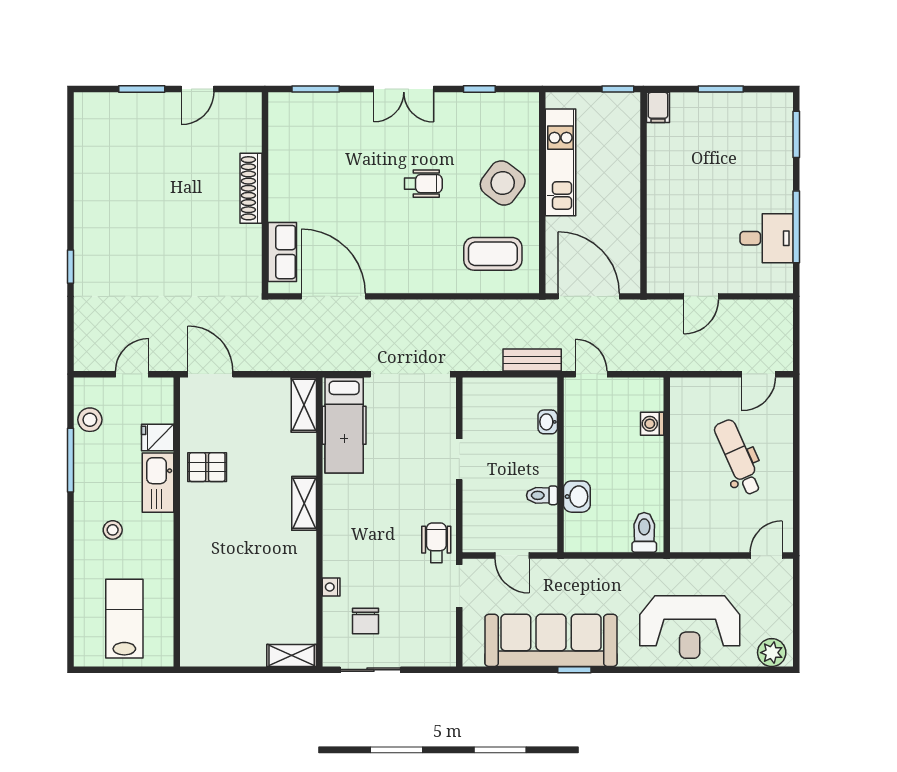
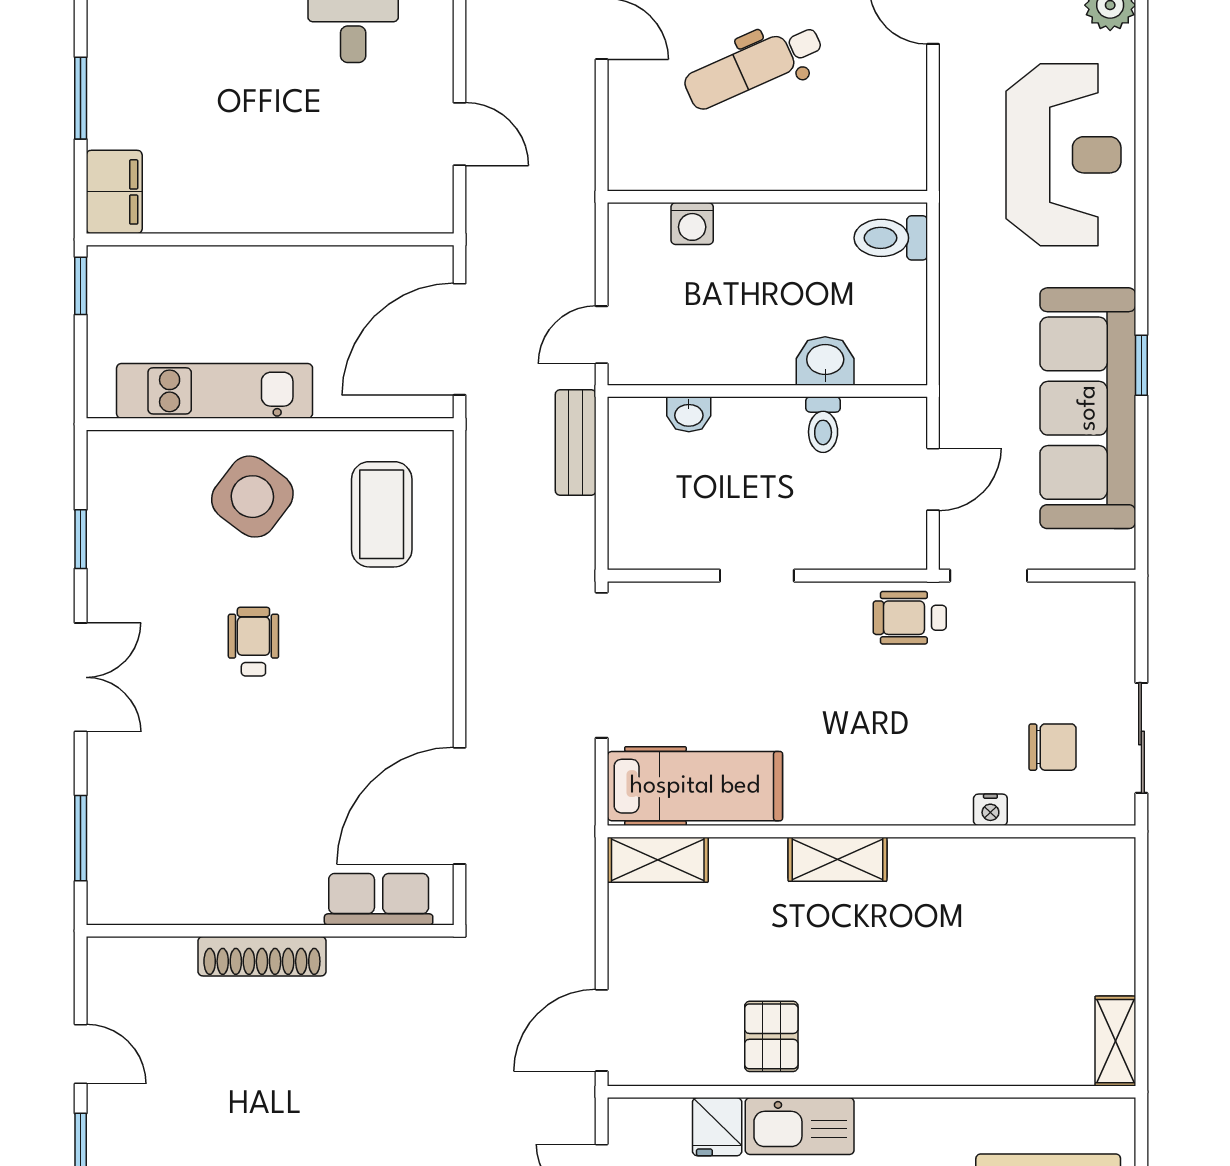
filing cabinet: (658, 107) -> (114, 192), width x2.00
shelving: (292, 655) -> (1115, 1041), moved

